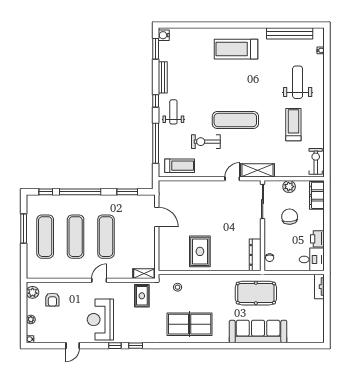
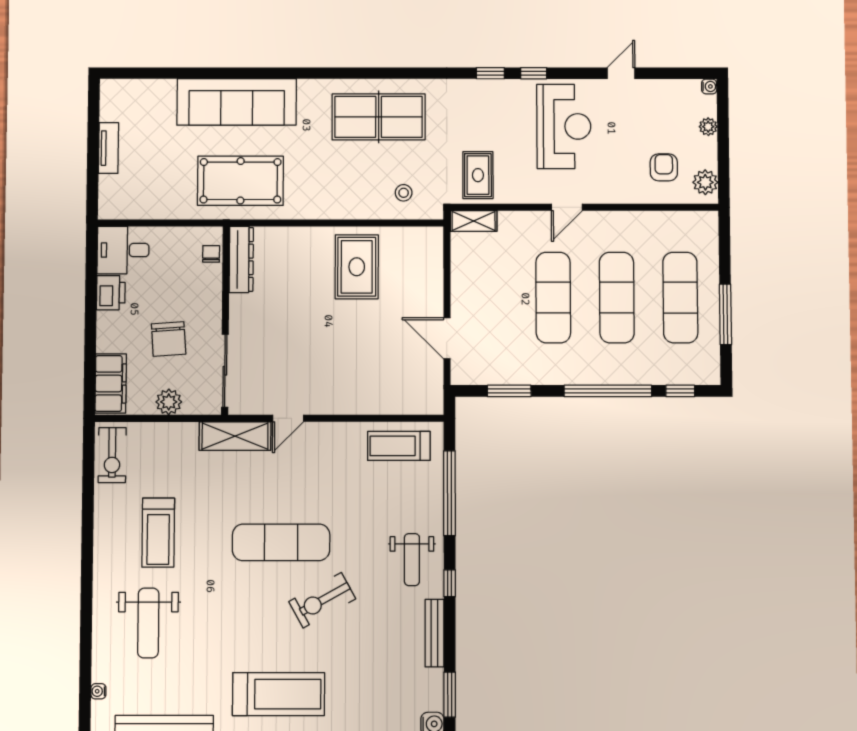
exercise bike: (206, 142) -> (322, 600), moved, turned 151
tv unit: (319, 287) -> (109, 148), moved

